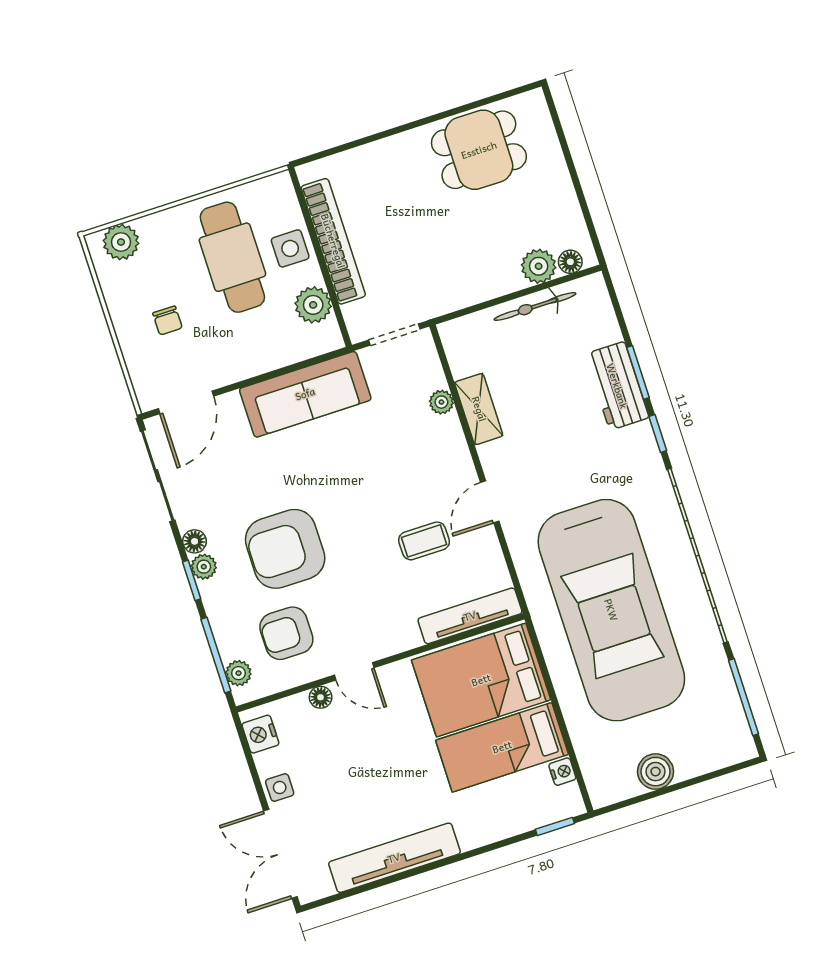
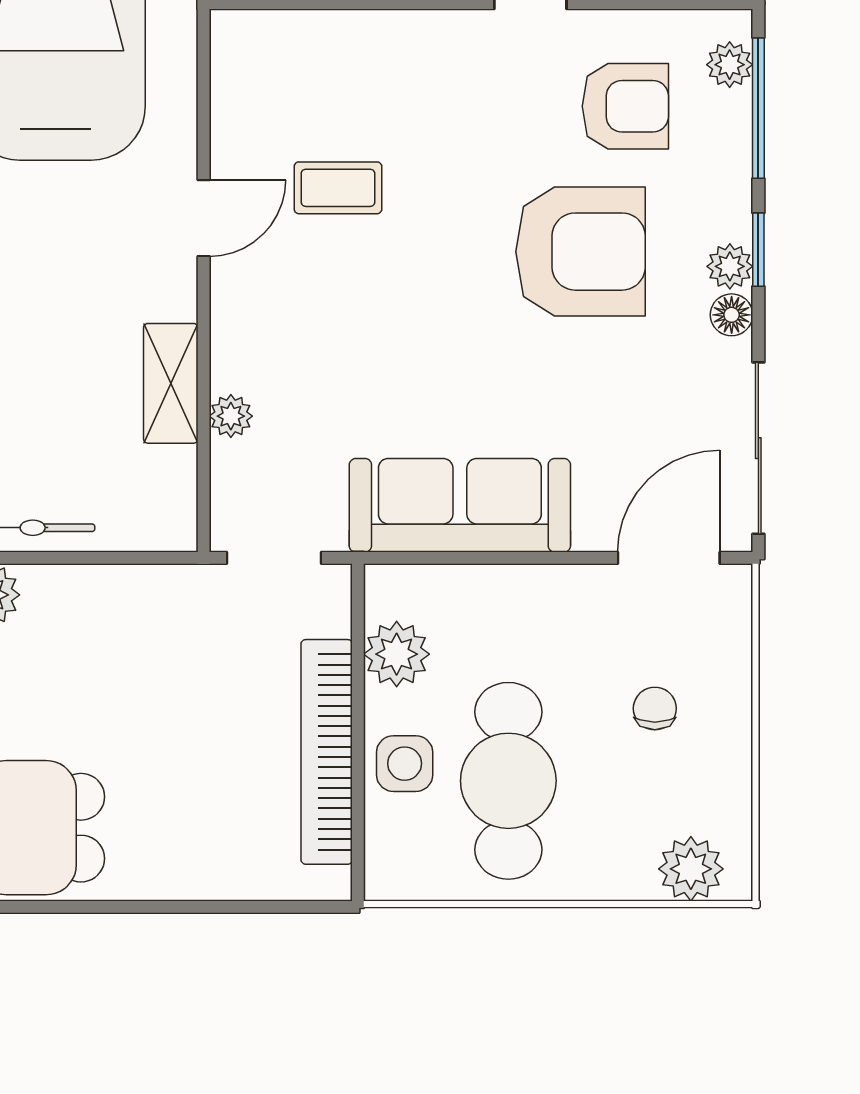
tv unit: (470, 616) -> (301, 34), removed

